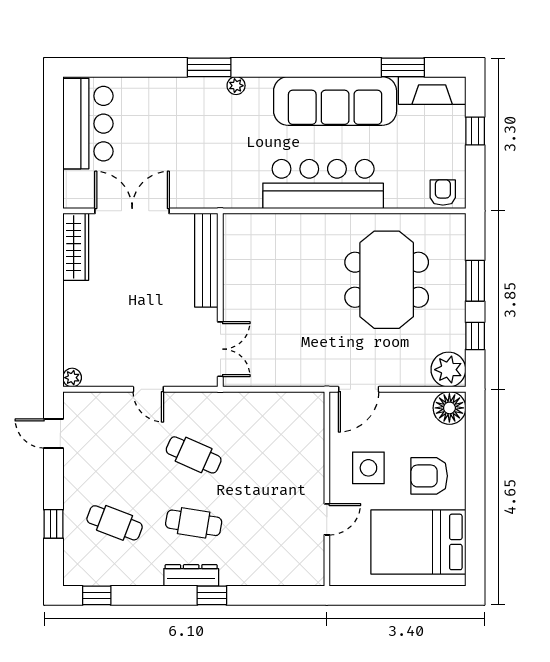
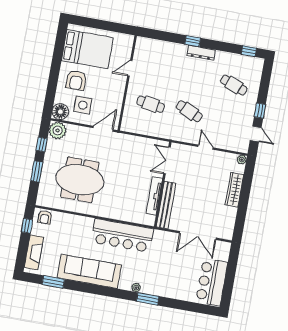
fireplace: (432, 90) -> (34, 252), moved, turned 90
window: (475, 131) -> (27, 226), moved
bar counter: (323, 184) -> (122, 236), moved
wardrobe: (76, 247) -> (235, 190), moved
tv unit: (233, 274) -> (154, 196), added
meeting table: (387, 280) -> (80, 180), turned 90
side table: (368, 468) -> (83, 105), moved
armchair: (429, 476) -> (76, 80), turned 90
cafe table: (194, 523) -> (151, 104), moved
window: (53, 524) -> (260, 111), moved

